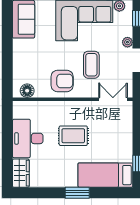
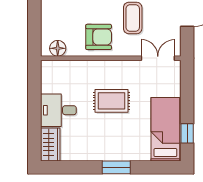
desk: (28, 138) -> (58, 110), width x0.73
bed: (105, 175) -> (165, 129), moved, turned 90

